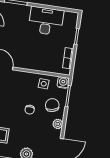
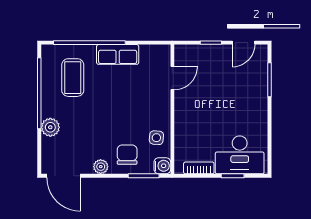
desk: (46, 21) -> (240, 155), moved, turned 90
chair: (52, 105) -> (127, 155), turned -76
chair: (30, 110) -> (116, 123), removed

